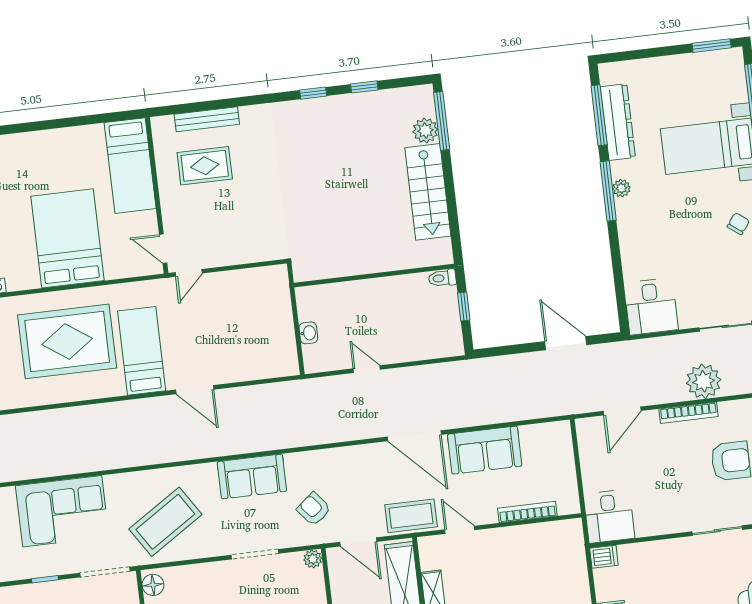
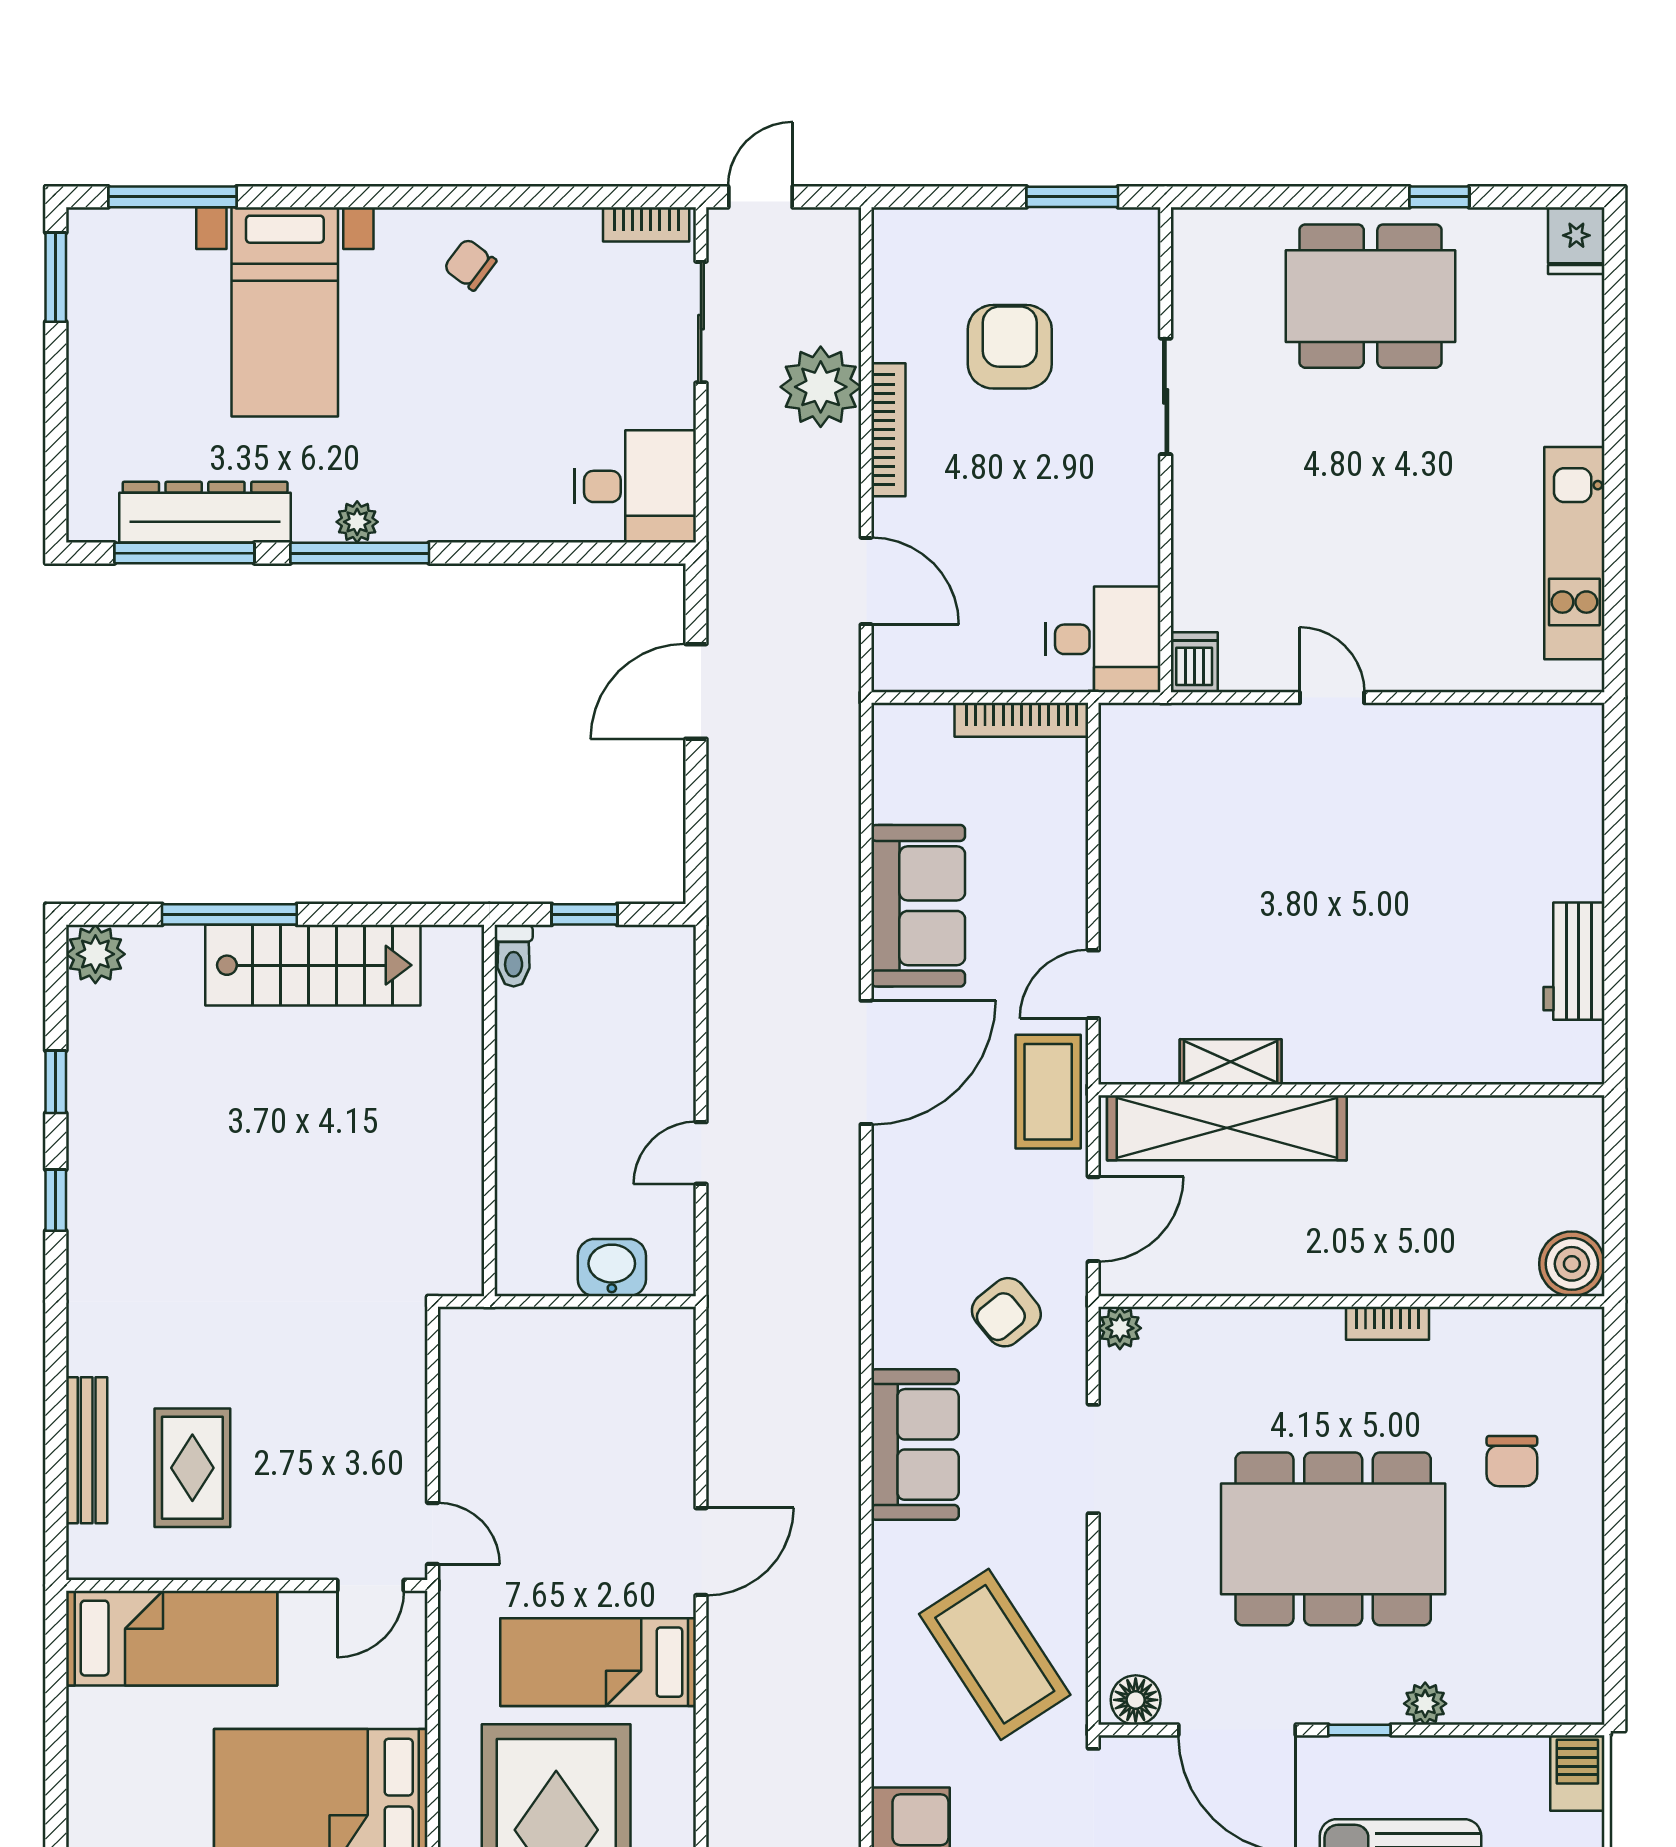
window: (442, 121) -> (229, 914), moved
plant: (425, 131) -> (95, 954), moved
washbasin: (308, 333) -> (612, 1268), width x1.38, depth x1.45
bookcase: (527, 512) -> (1021, 720), moved, turned -90

